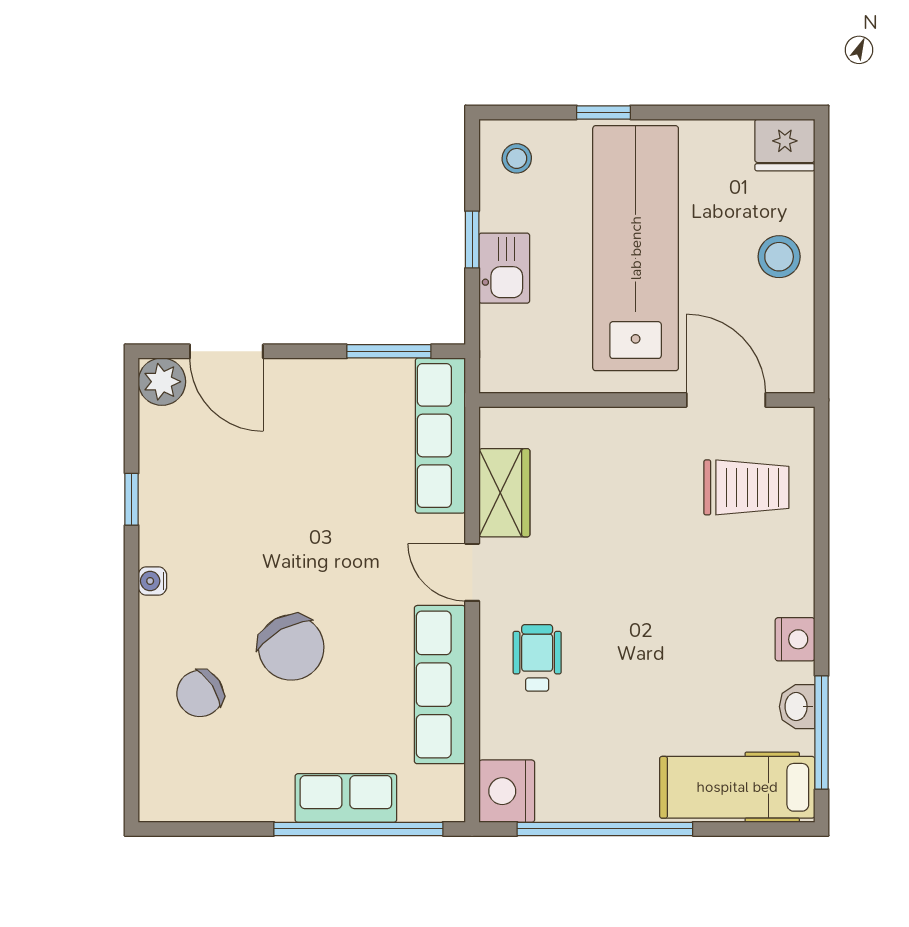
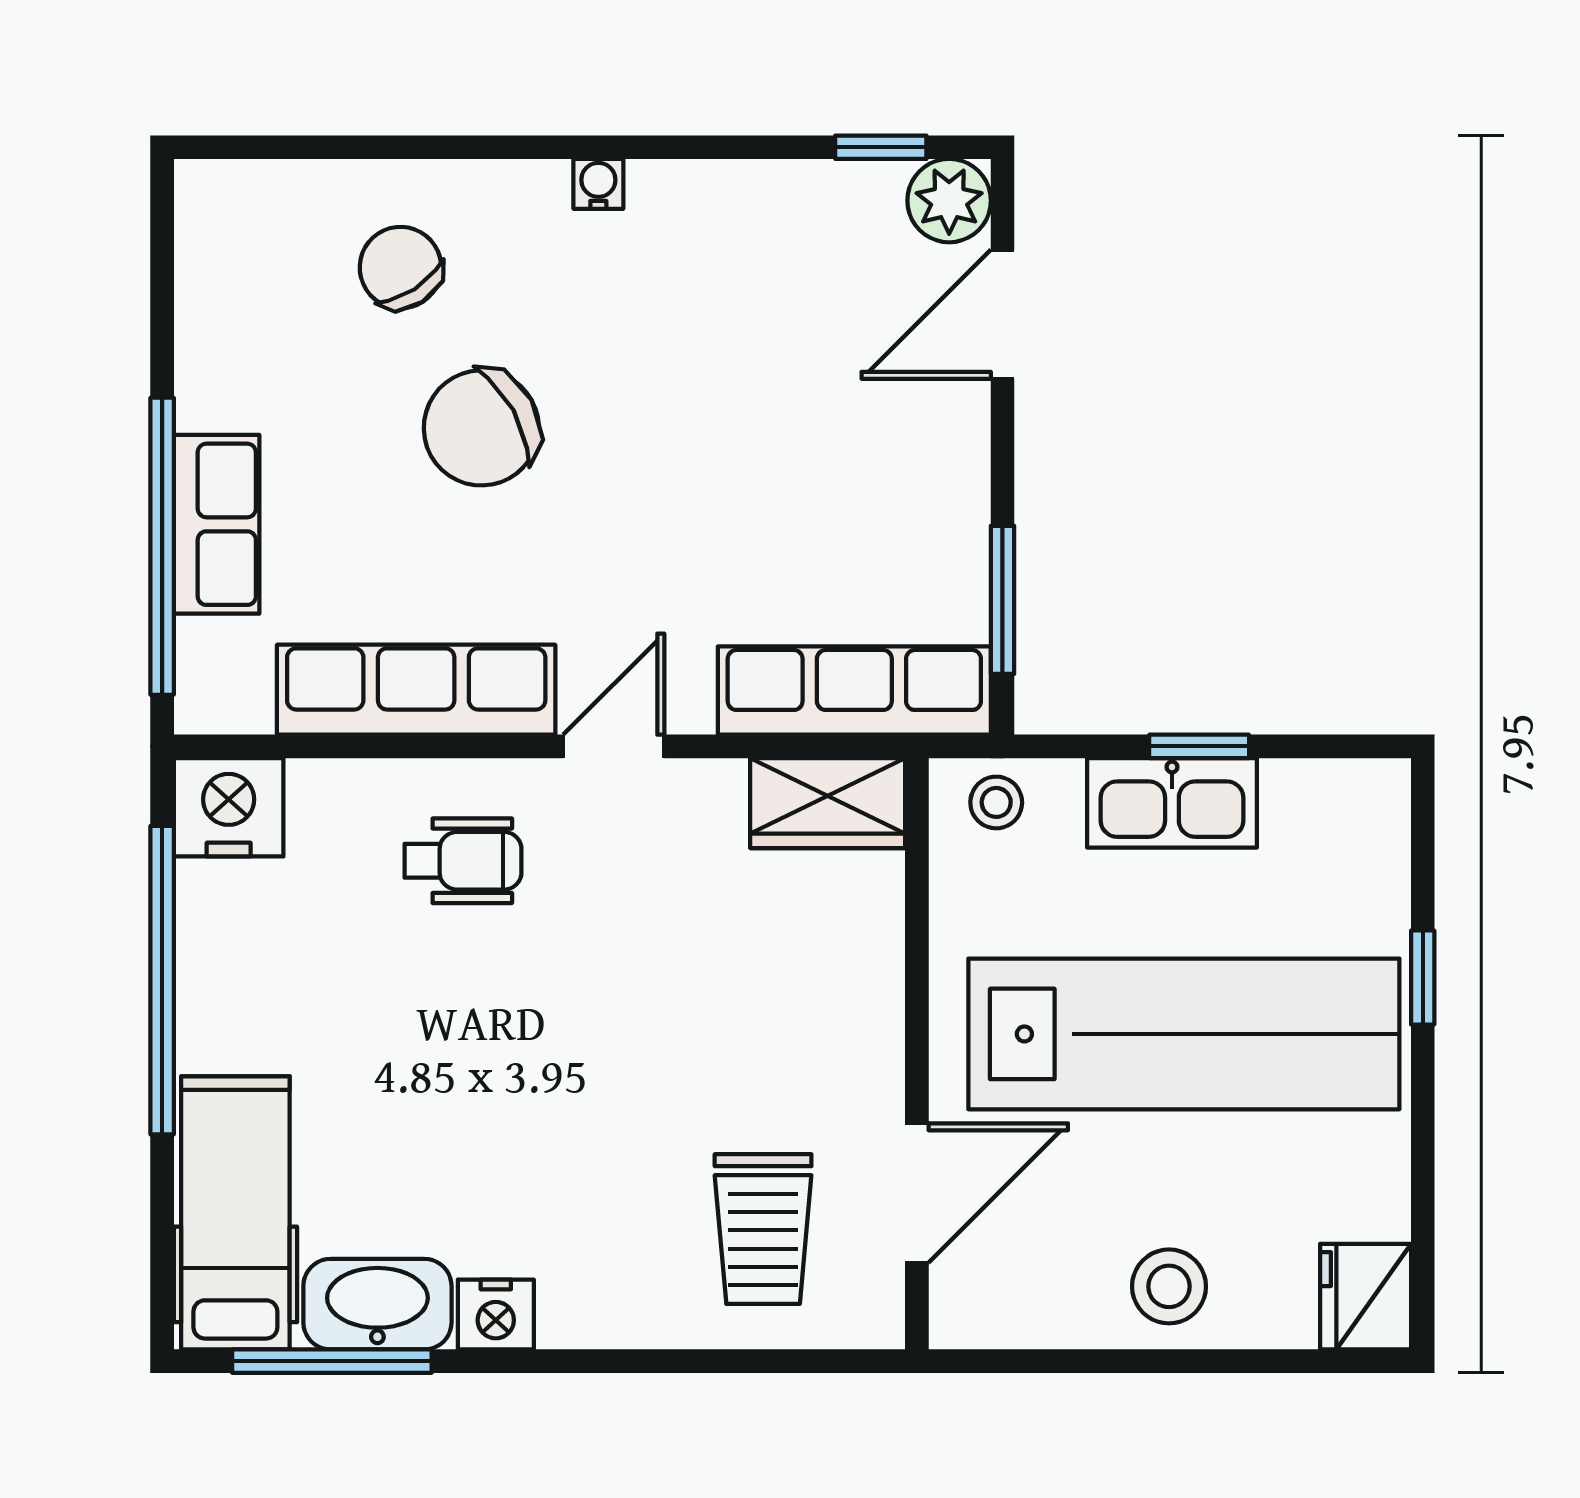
stool: (517, 158) -> (996, 802), moved
kitchen sink: (504, 268) -> (1172, 803), width x1.38
wardrobe: (504, 493) -> (828, 803), moved
window: (132, 499) -> (881, 147), moved
washbasin: (797, 707) -> (377, 1304), width x1.91, depth x1.45

